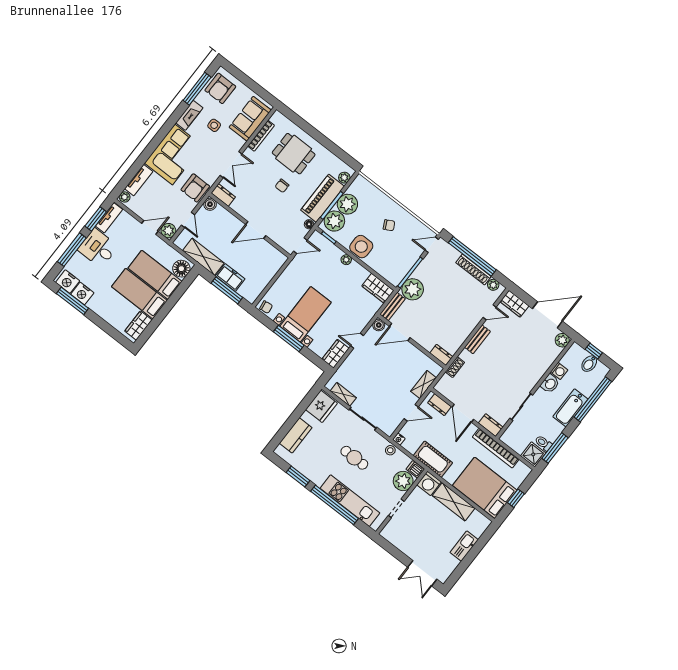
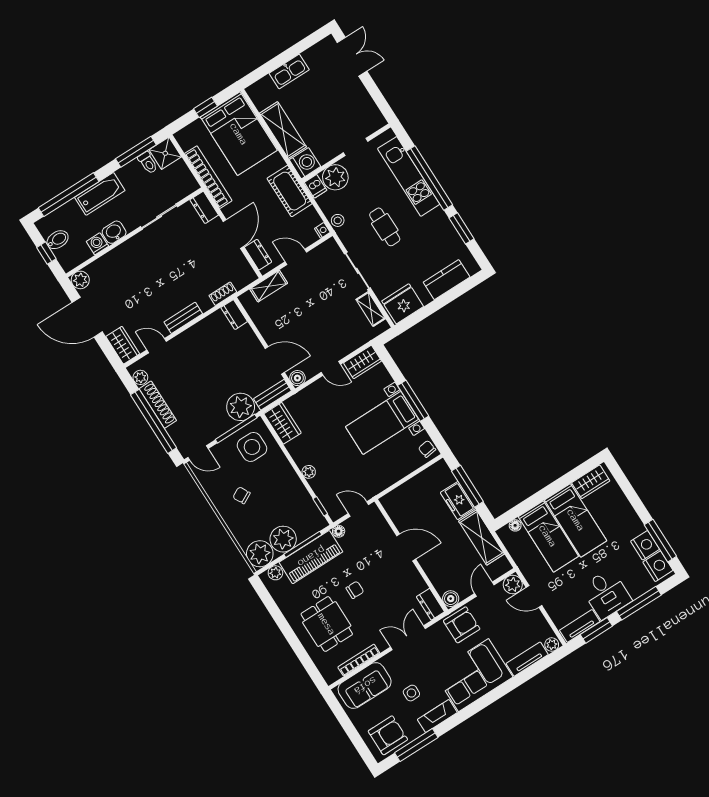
plant: (334, 221) -> (260, 554), moved
side table: (361, 247) -> (252, 447), moved
floor lamp: (181, 269) -> (515, 525), width x0.53, depth x0.53

